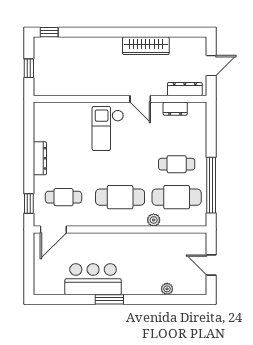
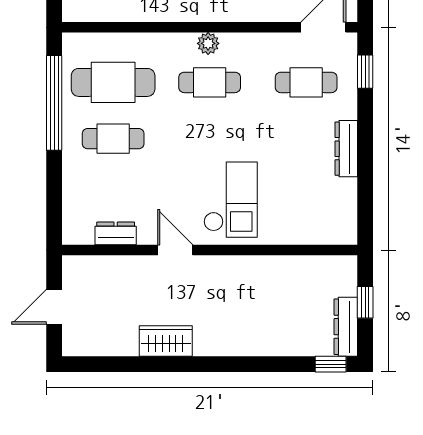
wardrobe: (146, 46) -> (166, 341), width x0.67
dresser: (185, 89) -> (346, 327), moved, turned 90
cafe table: (120, 197) -> (210, 82), width x0.73, depth x0.74
plant: (154, 220) -> (208, 43), moved

